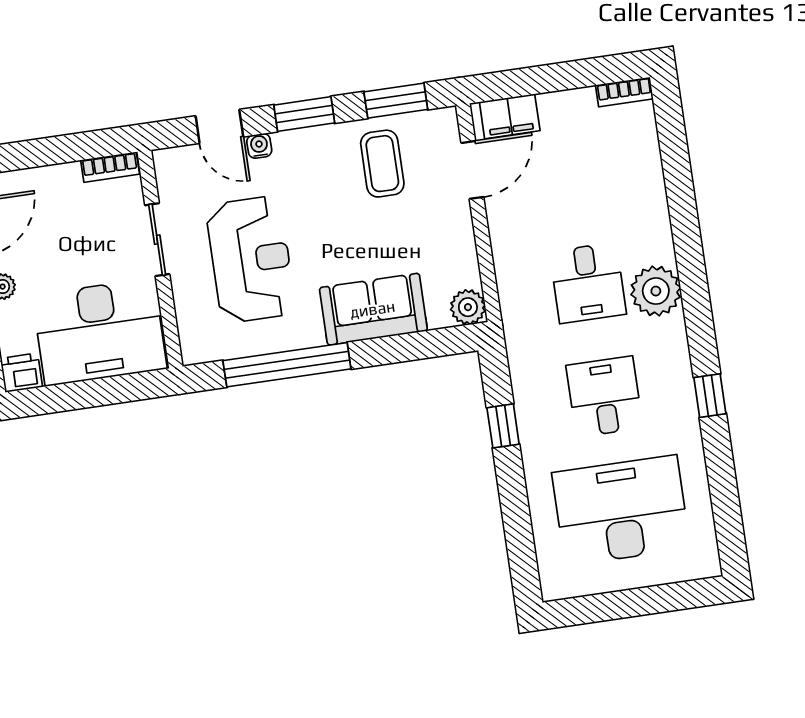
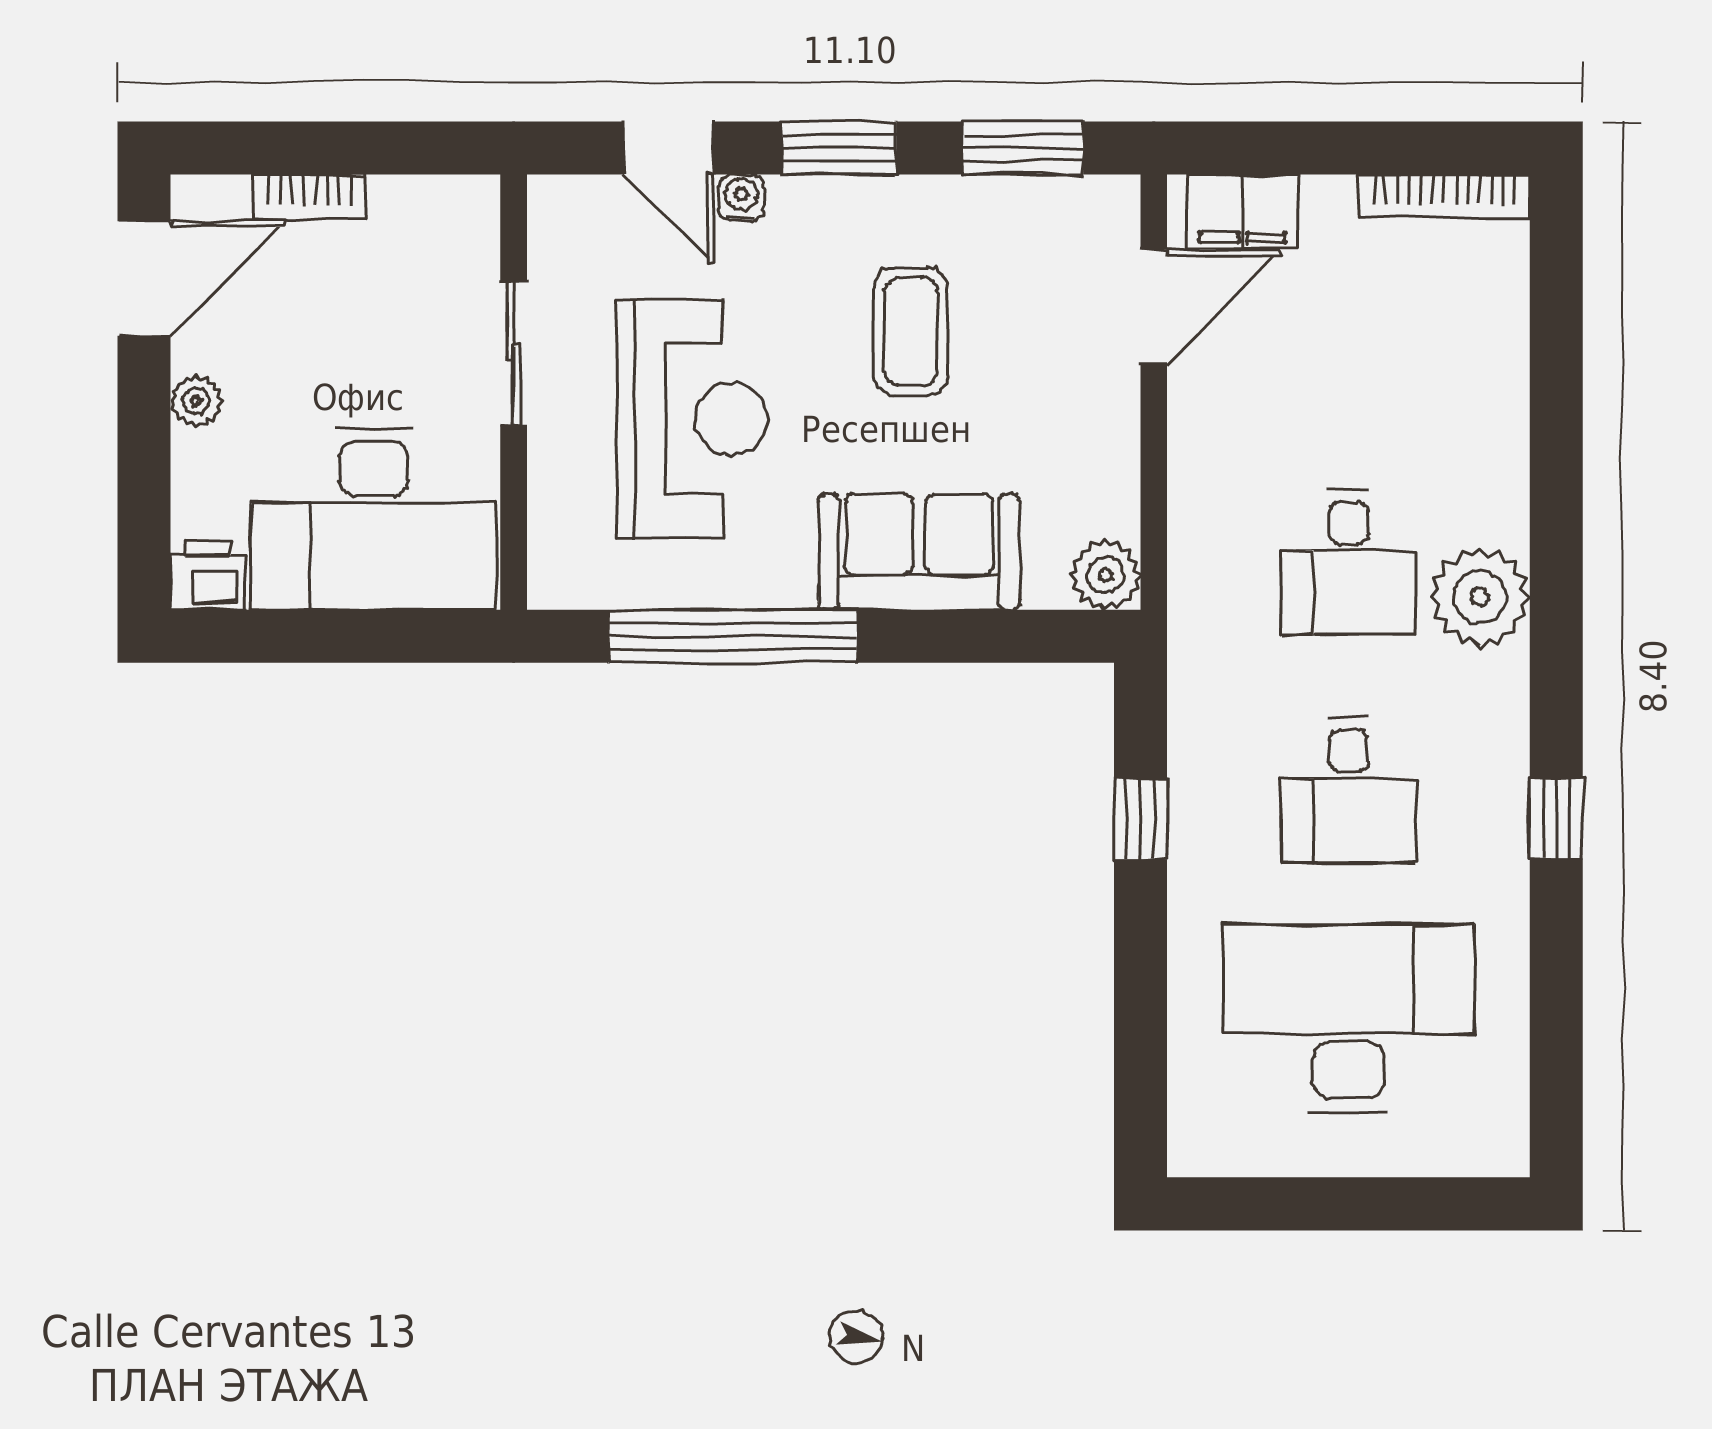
bookcase: (624, 92) -> (1444, 196), width x1.56
coffee table: (382, 164) -> (911, 331), moved
bookcase: (110, 167) -> (310, 197), moved
desk: (604, 397) -> (1348, 790), turned 180

